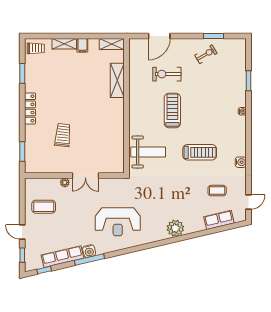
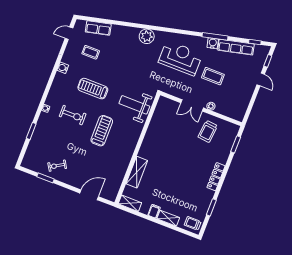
exercise bike: (167, 74) -> (73, 115), moved
treadmill: (172, 110) -> (102, 131), turned 180
trolley: (63, 135) -> (208, 131), moved
double door: (85, 176) -> (192, 105), swing flipped
coffee table: (44, 207) -> (213, 76), moved
plant: (175, 228) -> (147, 36), moved

